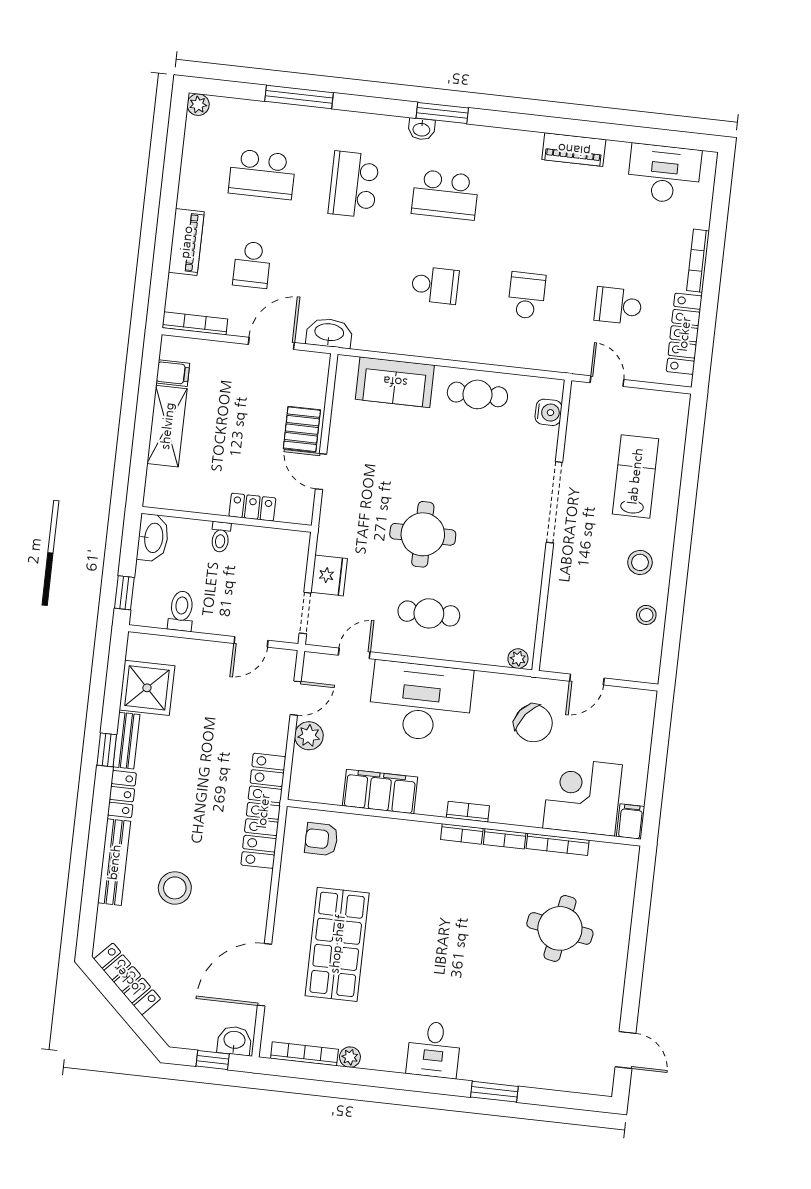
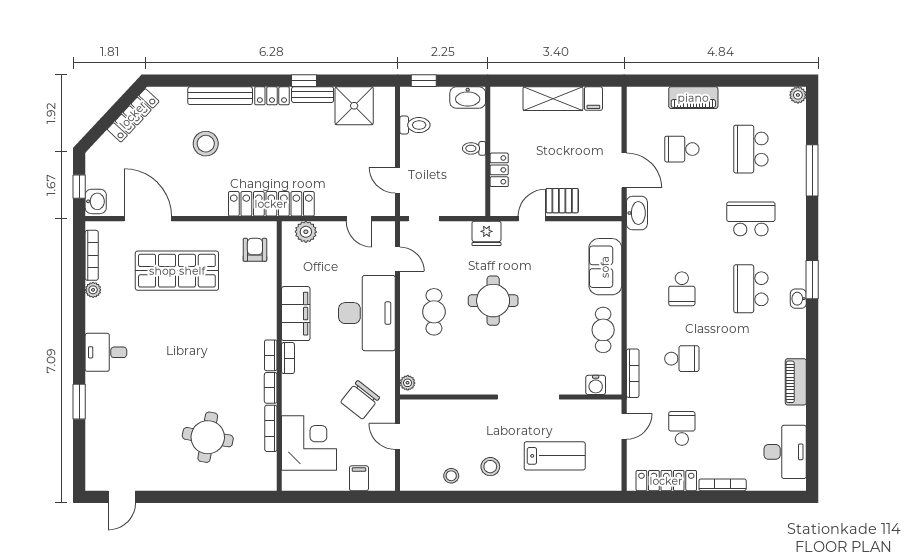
washbasin: (421, 129) -> (798, 299), moved
bookcase: (195, 323) -> (633, 373), moved
fridge: (329, 575) -> (486, 233), moved
plant: (309, 736) -> (306, 232), moved
filing cabinet: (380, 791) -> (296, 314), moved
filing cabinet: (631, 822) -> (359, 478), moved, turned -90

